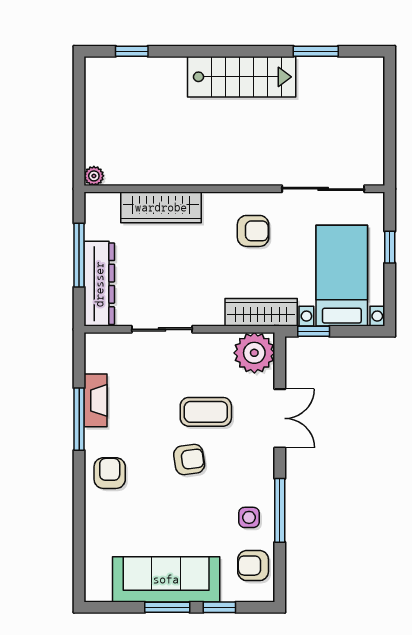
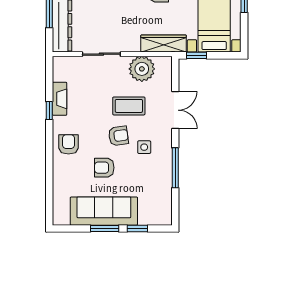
plant: (254, 353) -> (142, 69), moved
window: (79, 419) -> (49, 111), width x0.46
side table: (249, 517) -> (144, 147), moved
armchair: (253, 566) -> (104, 168), moved

